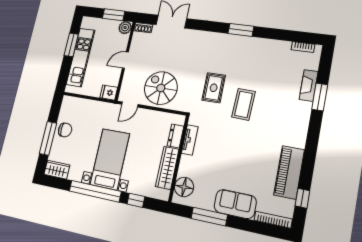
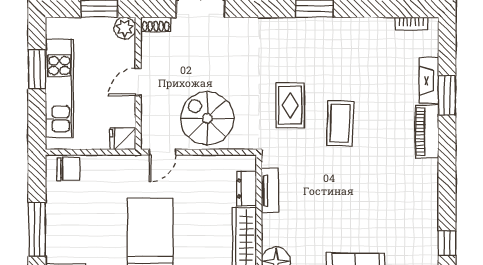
chair: (65, 130) -> (68, 169), moved
piano: (289, 172) -> (427, 132), moved, width x0.73, depth x0.75

